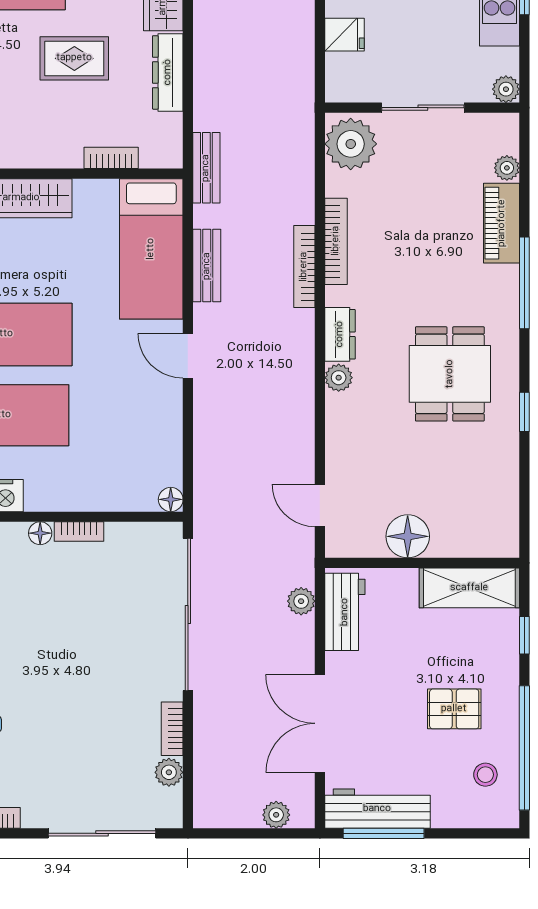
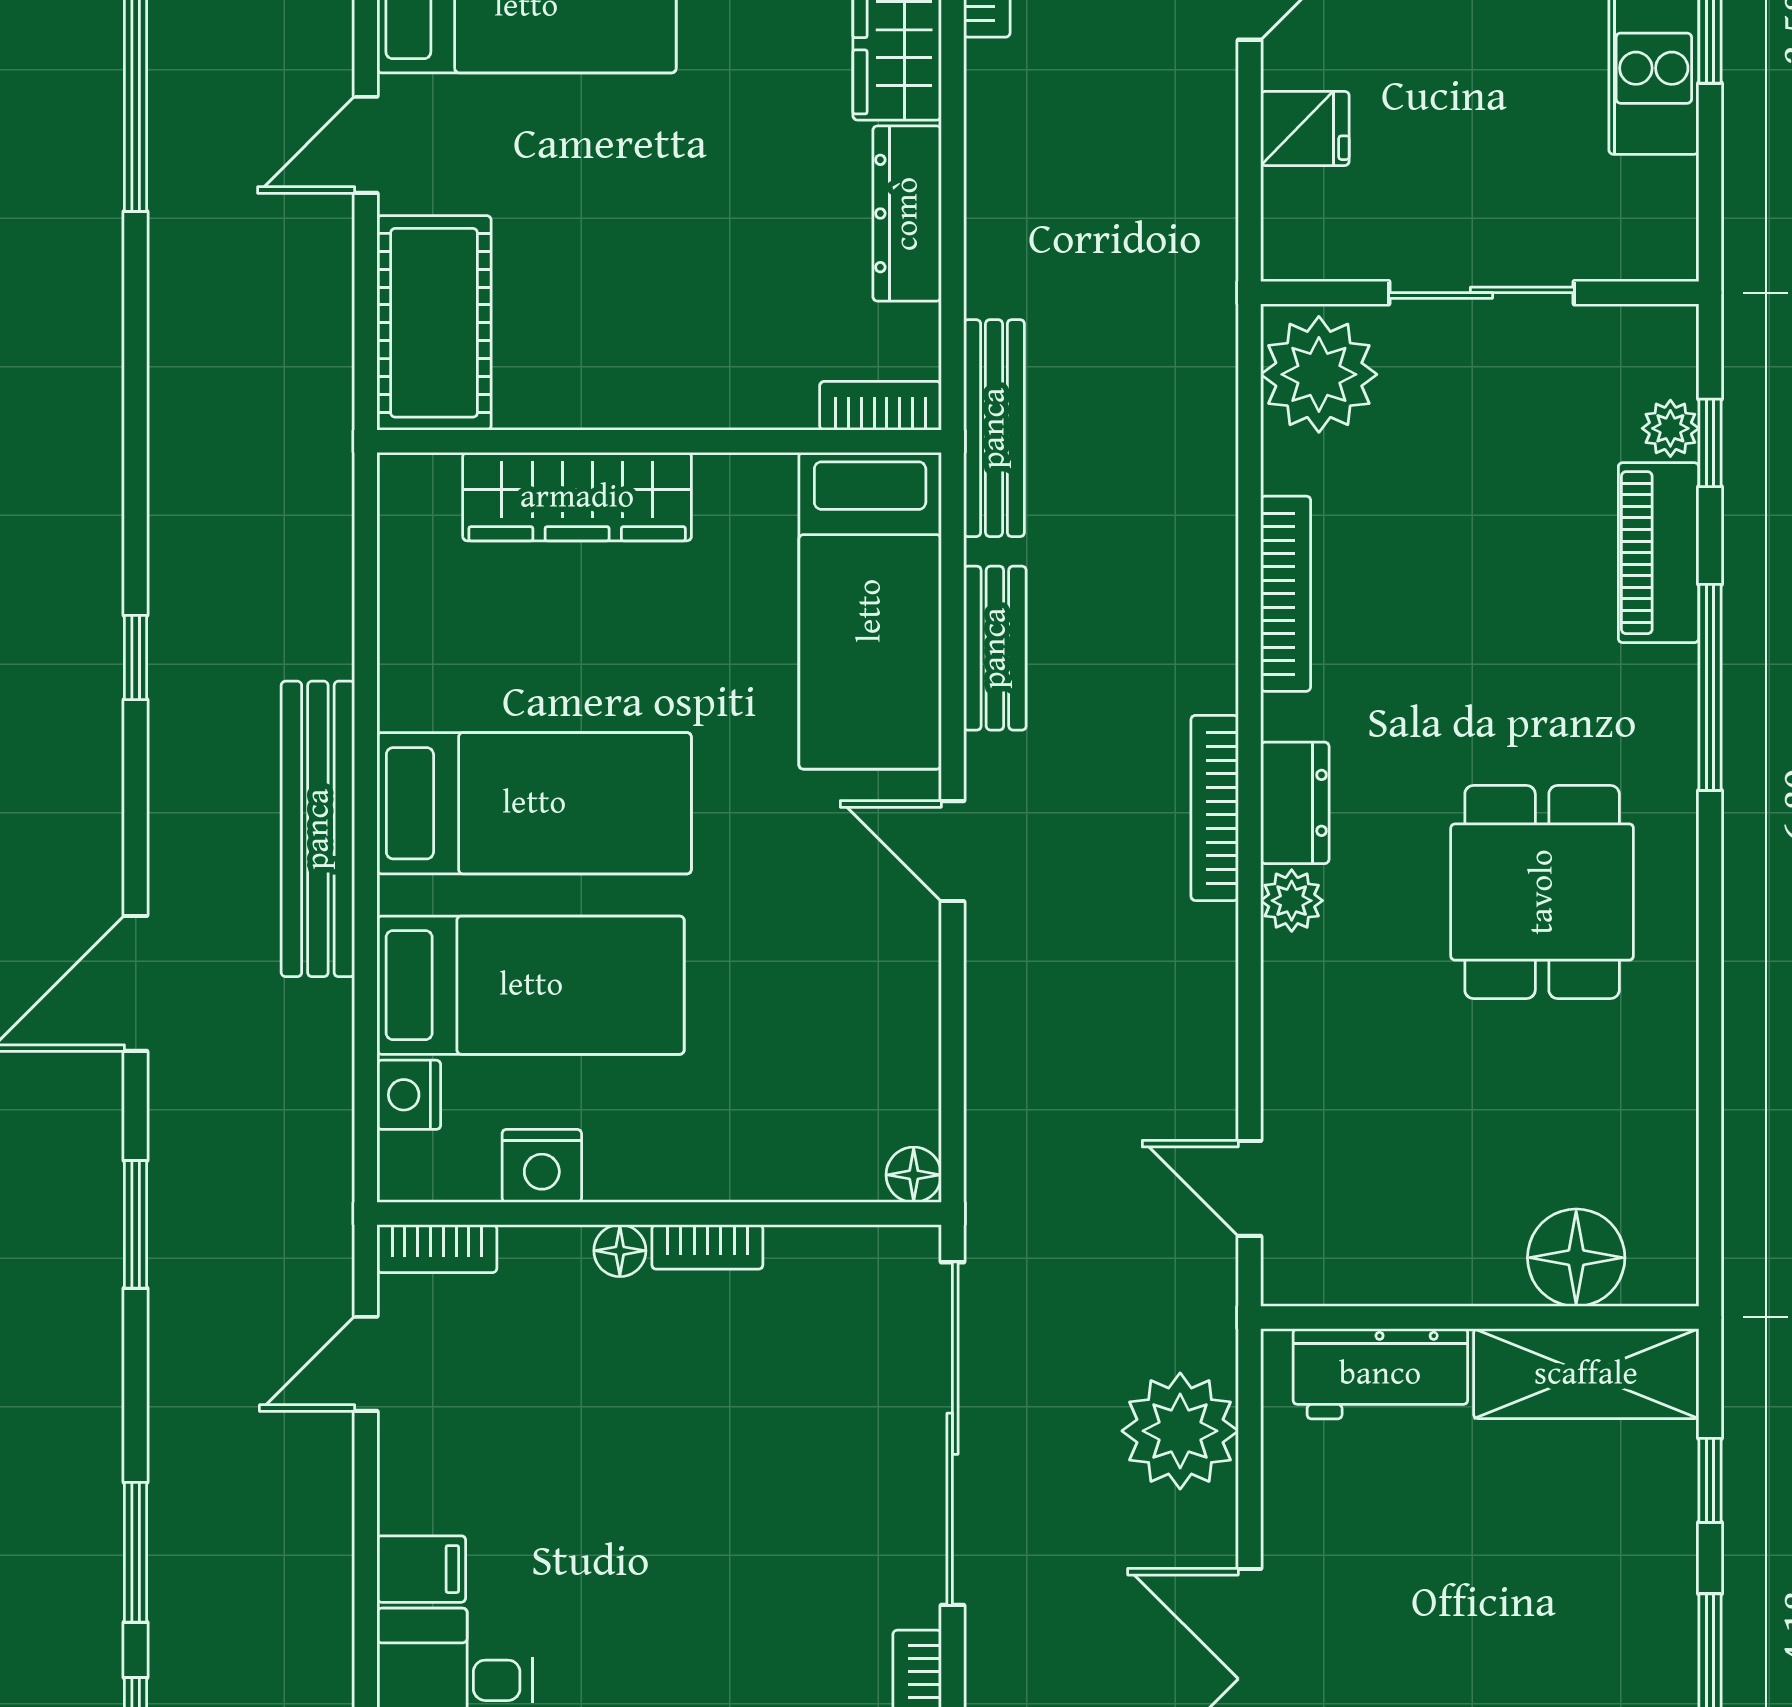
rug: (74, 58) -> (697, 182), removed
plant: (506, 89) -> (1668, 251), removed
bookcase: (111, 158) -> (880, 406), moved
bench: (206, 168) -> (994, 428), width x1.36
bookcase: (304, 267) -> (1215, 808), moved
window: (524, 412) -> (1710, 443), moved
floor lamp: (408, 536) -> (1576, 1258), moved
plant: (301, 601) -> (1180, 1431), width x1.88, depth x1.88
workbench: (345, 612) -> (1380, 1374), moved, turned 90
pallet: (454, 709) -> (1552, 1646), removed

